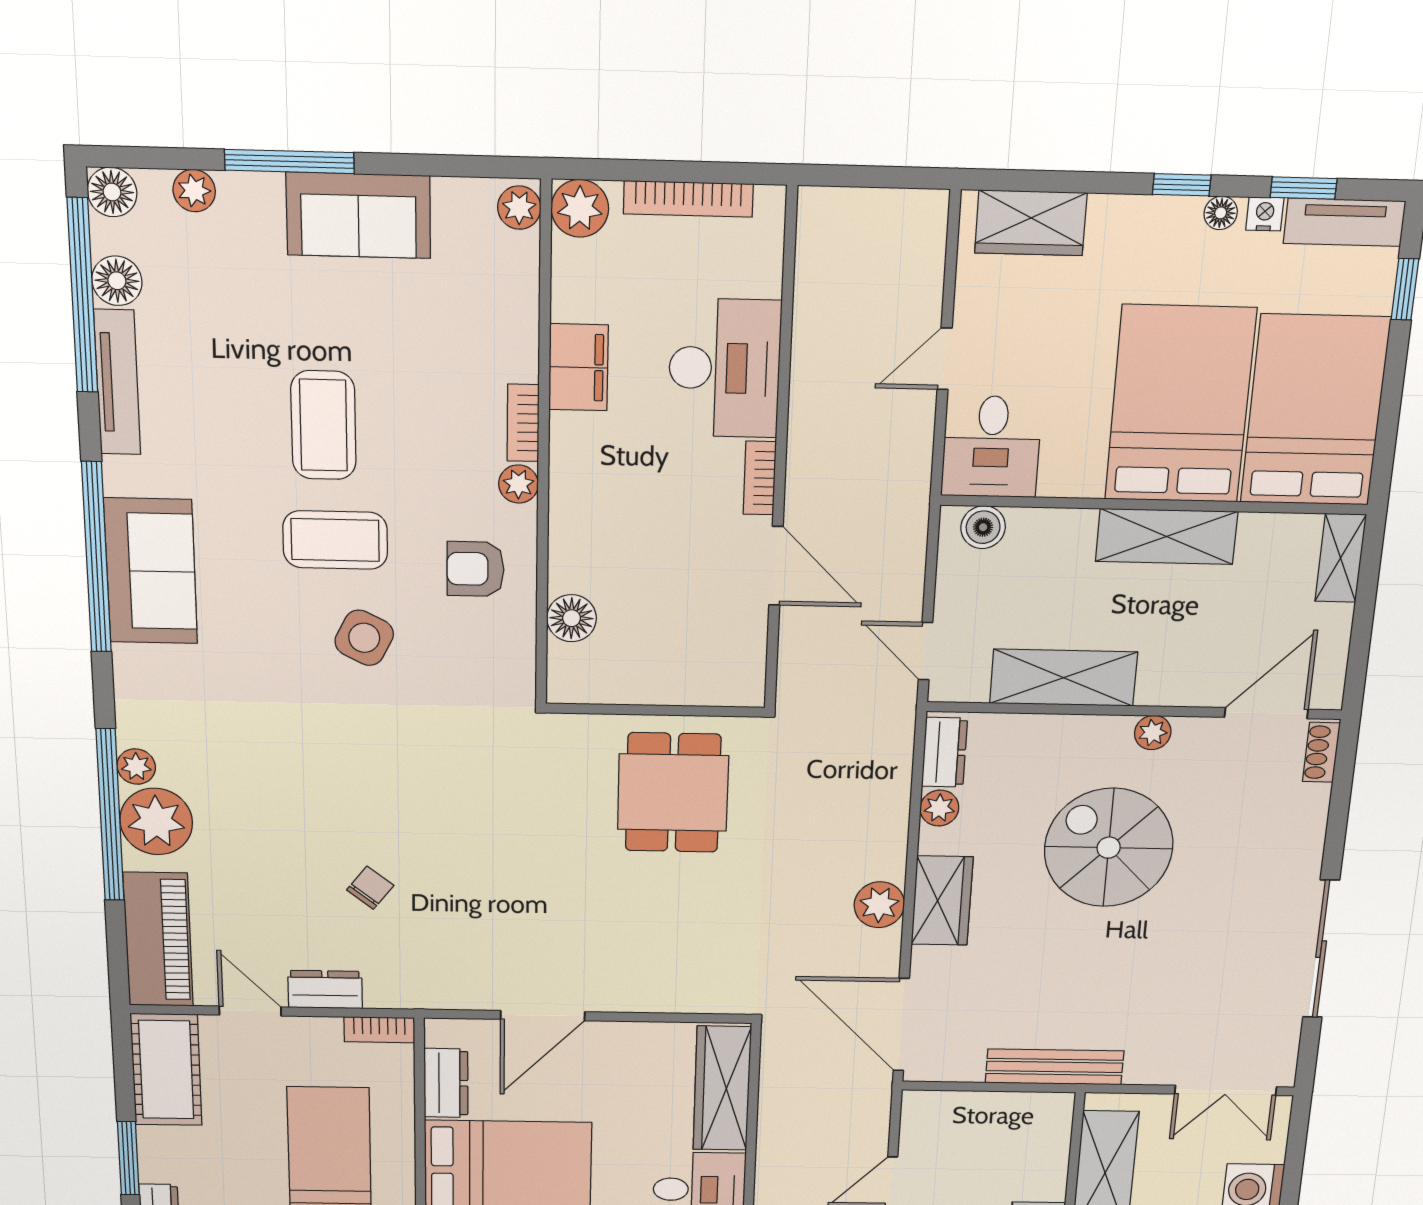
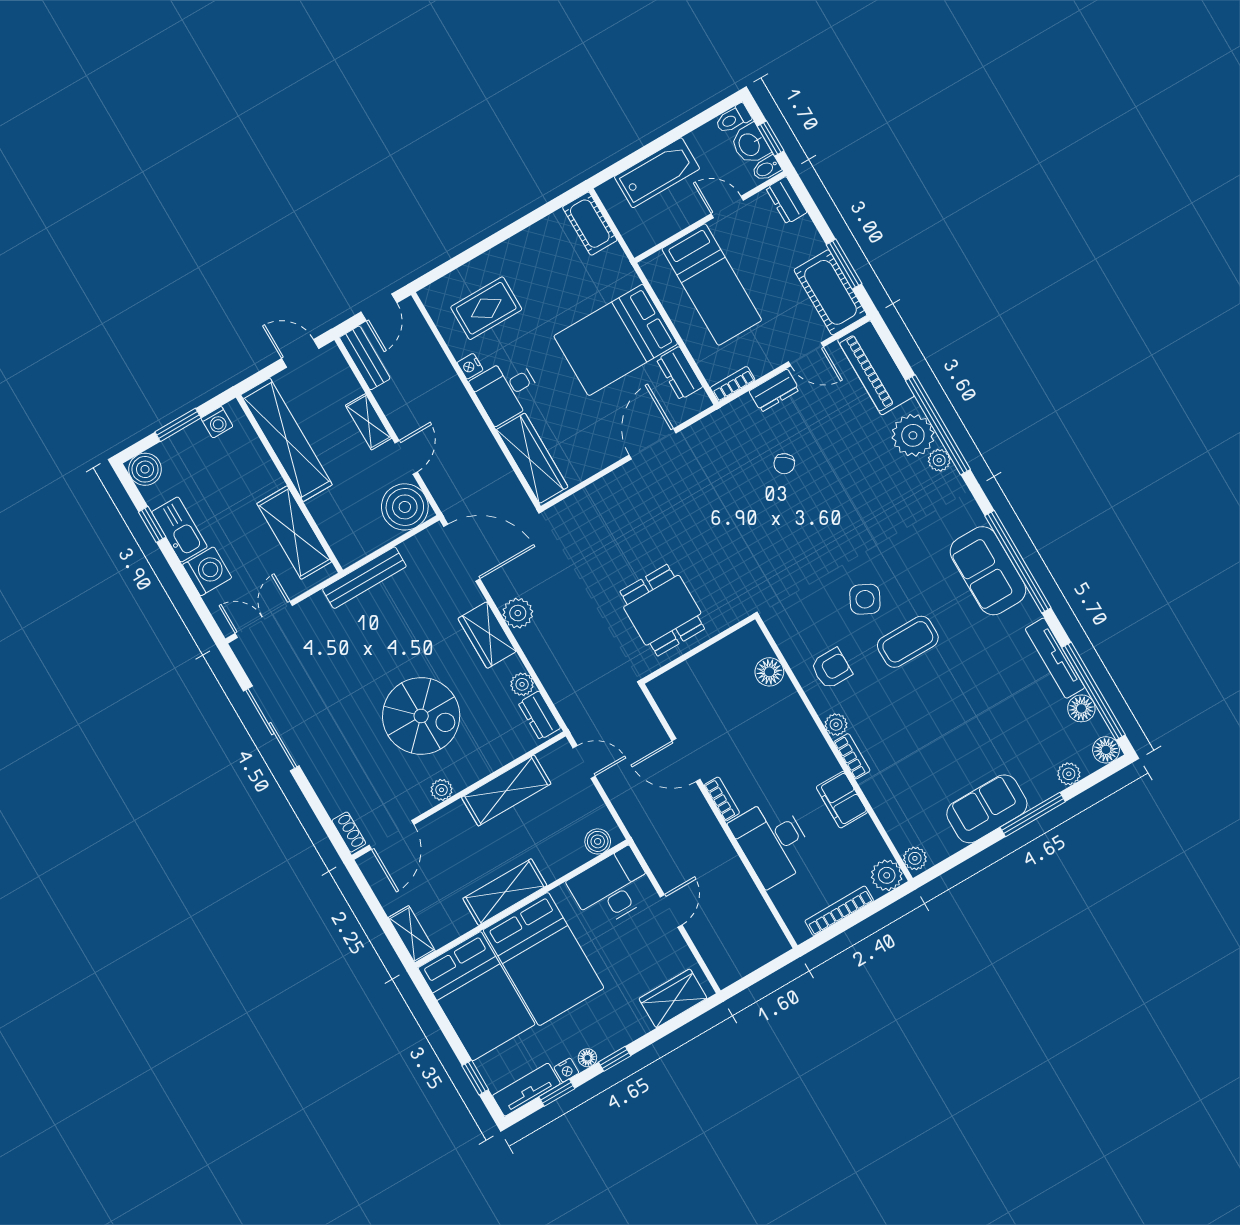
coffee table: (323, 425) -> (946, 697), removed
desk: (991, 447) -> (612, 888), width x1.37
boiler: (937, 1123) -> (405, 507), added
window: (128, 1158) -> (844, 264), moved

